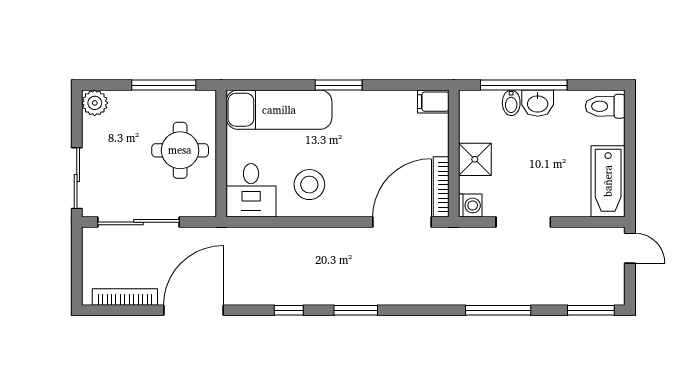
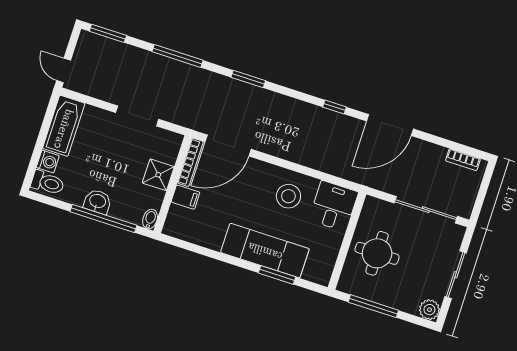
window: (339, 85) -> (277, 275), moved
filing cabinet: (433, 102) -> (185, 197), moved
bidet: (511, 103) -> (150, 219), moved
exam couch: (279, 110) -> (265, 251), moved
sliding door: (77, 178) -> (456, 275), moved
washing machine: (470, 205) -> (48, 162), moved, turned 180
bookcase: (125, 297) -> (463, 160), width x0.64
door: (193, 310) -> (390, 125), moved
window: (356, 310) -> (248, 79), moved

